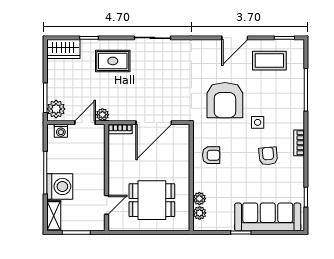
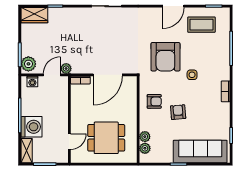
rug: (113, 61) -> (74, 25), removed
armchair: (268, 156) -> (178, 112), moved

